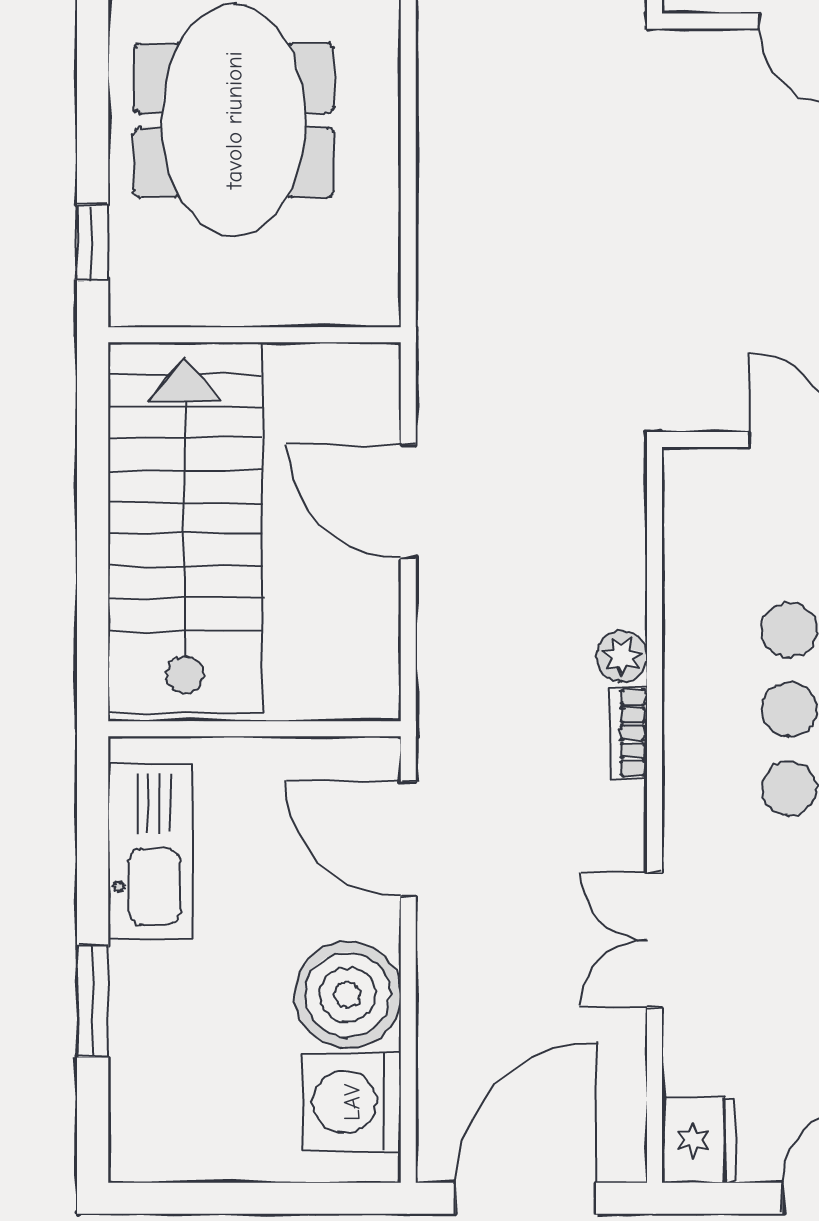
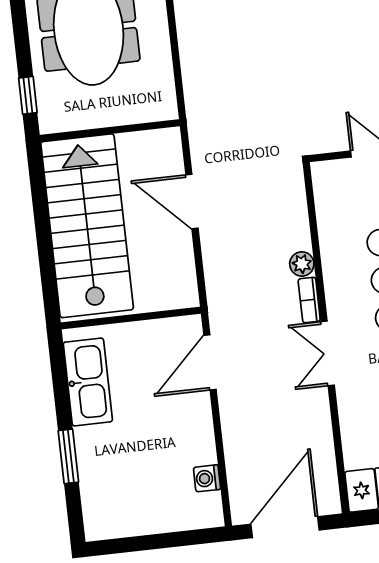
door: (408, 839) -> (210, 362), hinge flipped
double door: (654, 940) -> (328, 353), moved
boiler: (348, 995) -> (189, 440), removed
washing machine: (352, 1102) -> (207, 478), width x0.53, depth x0.53

